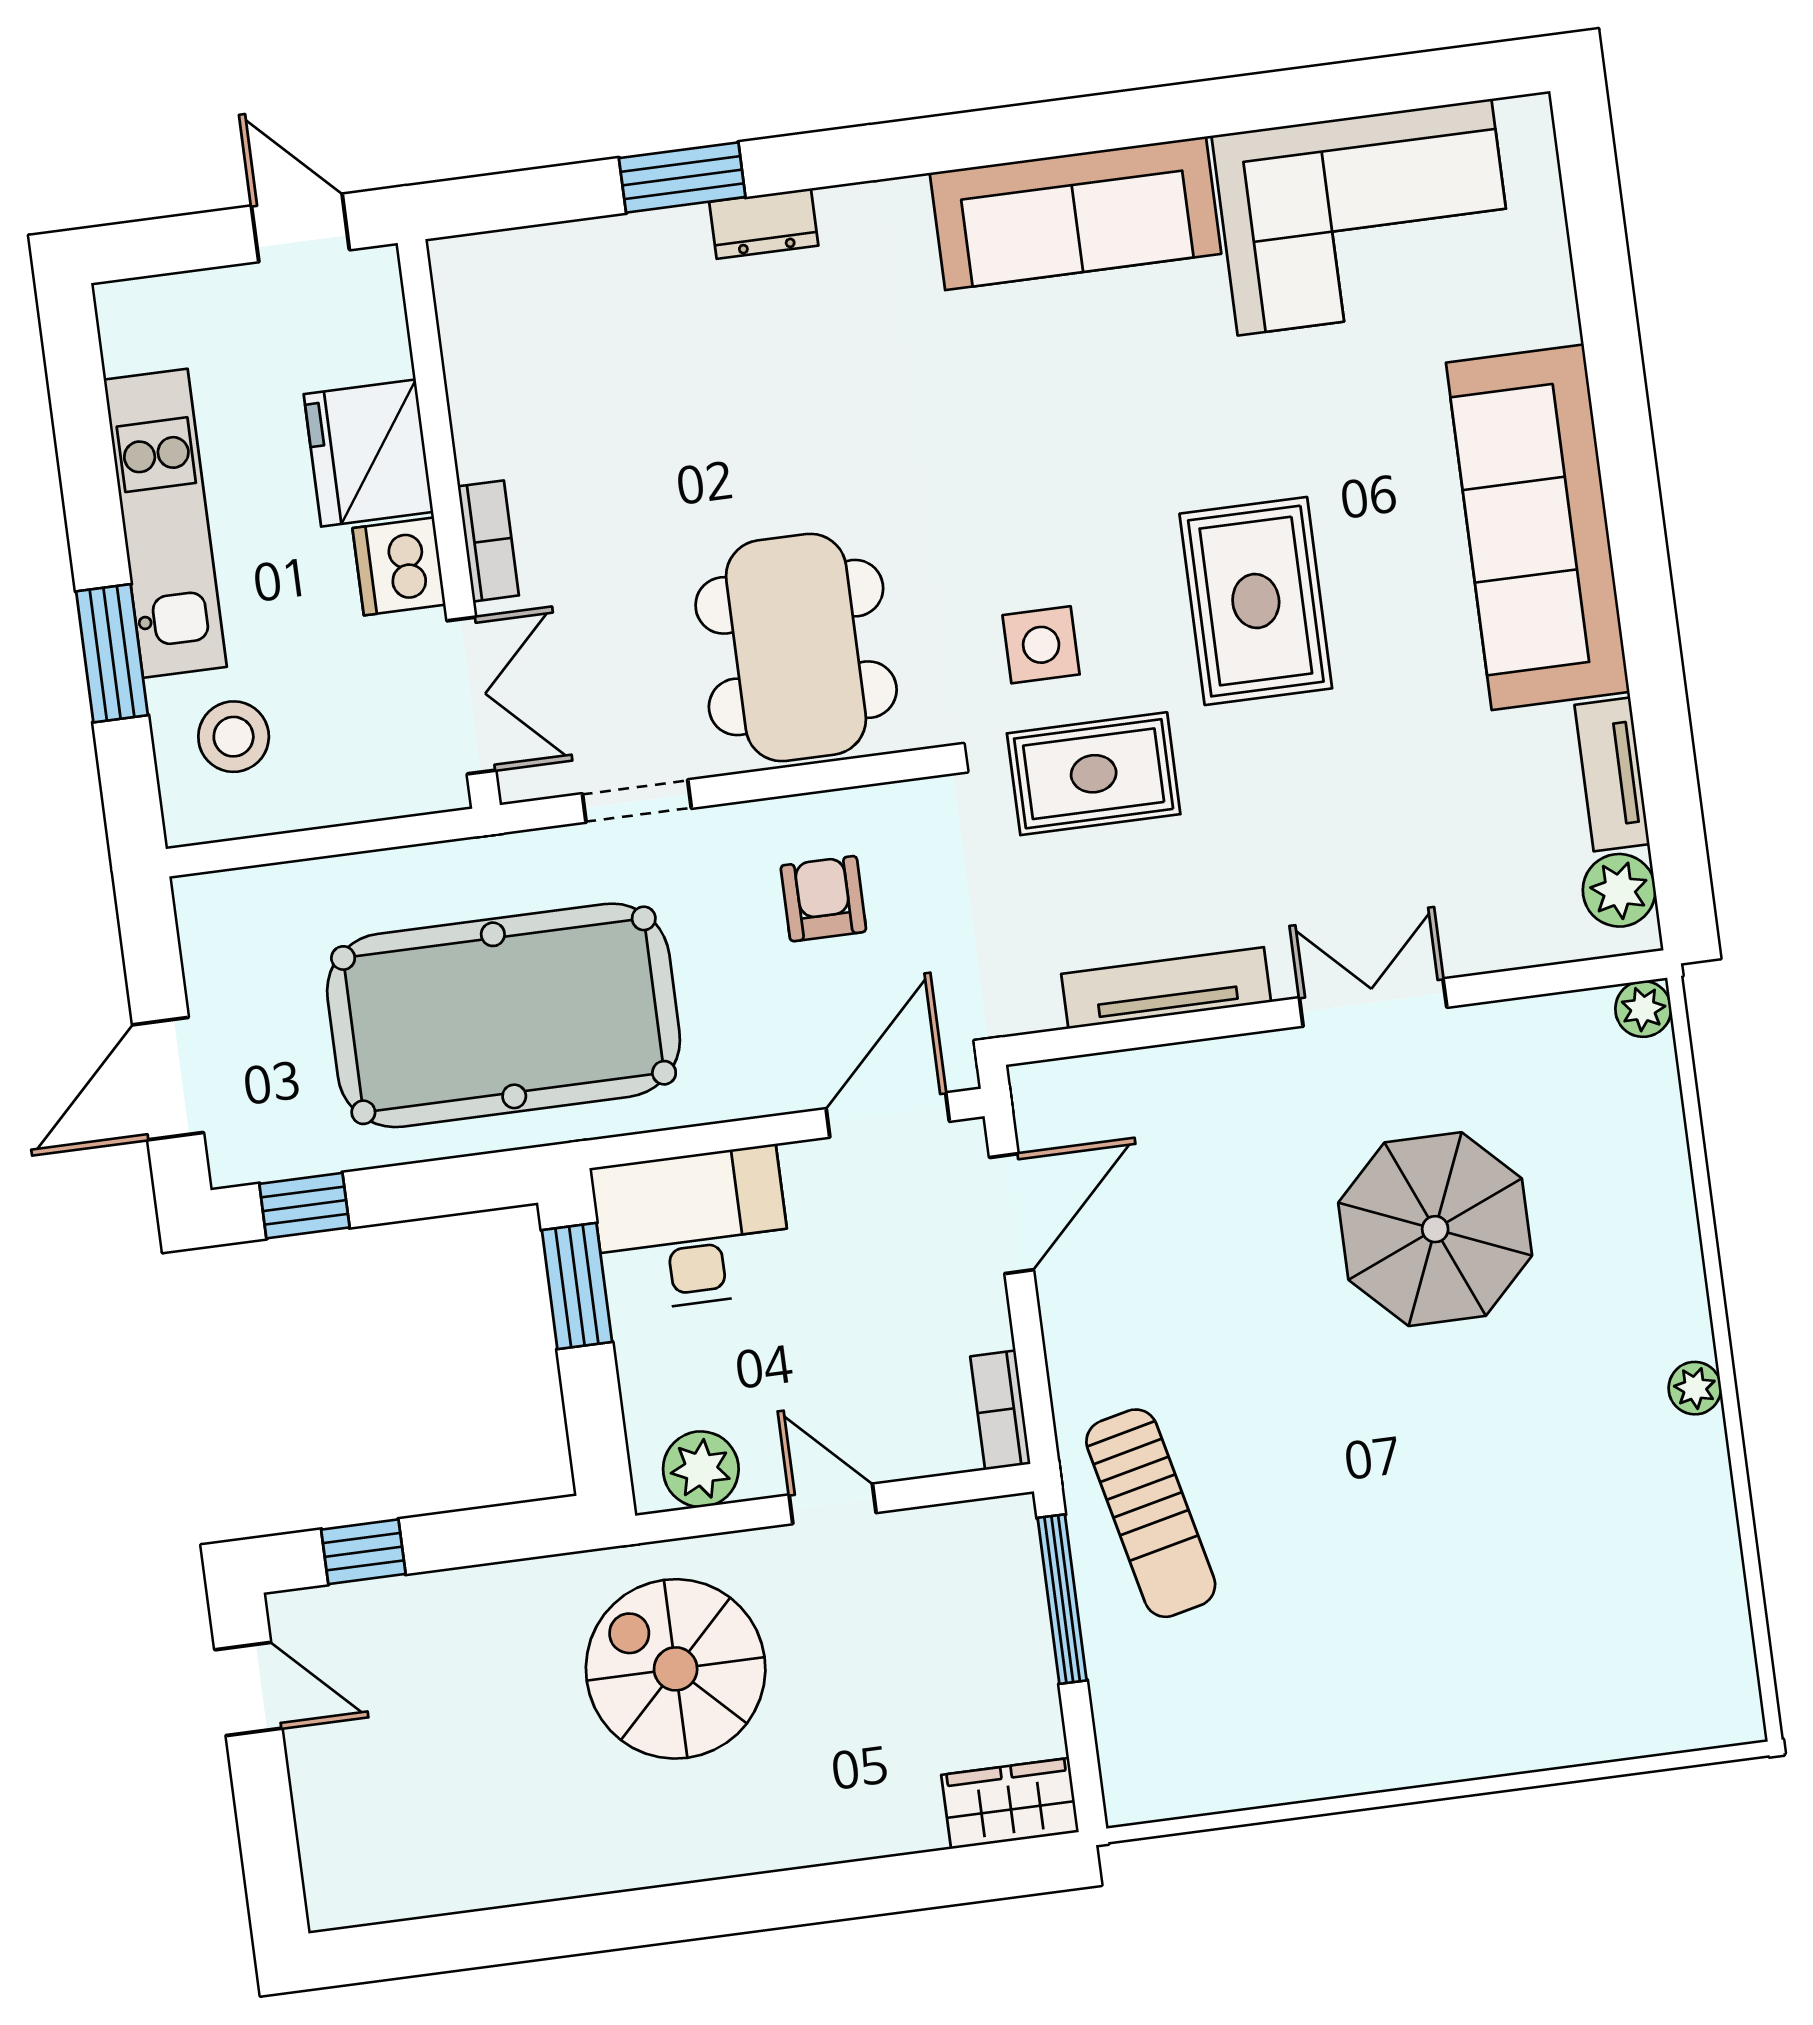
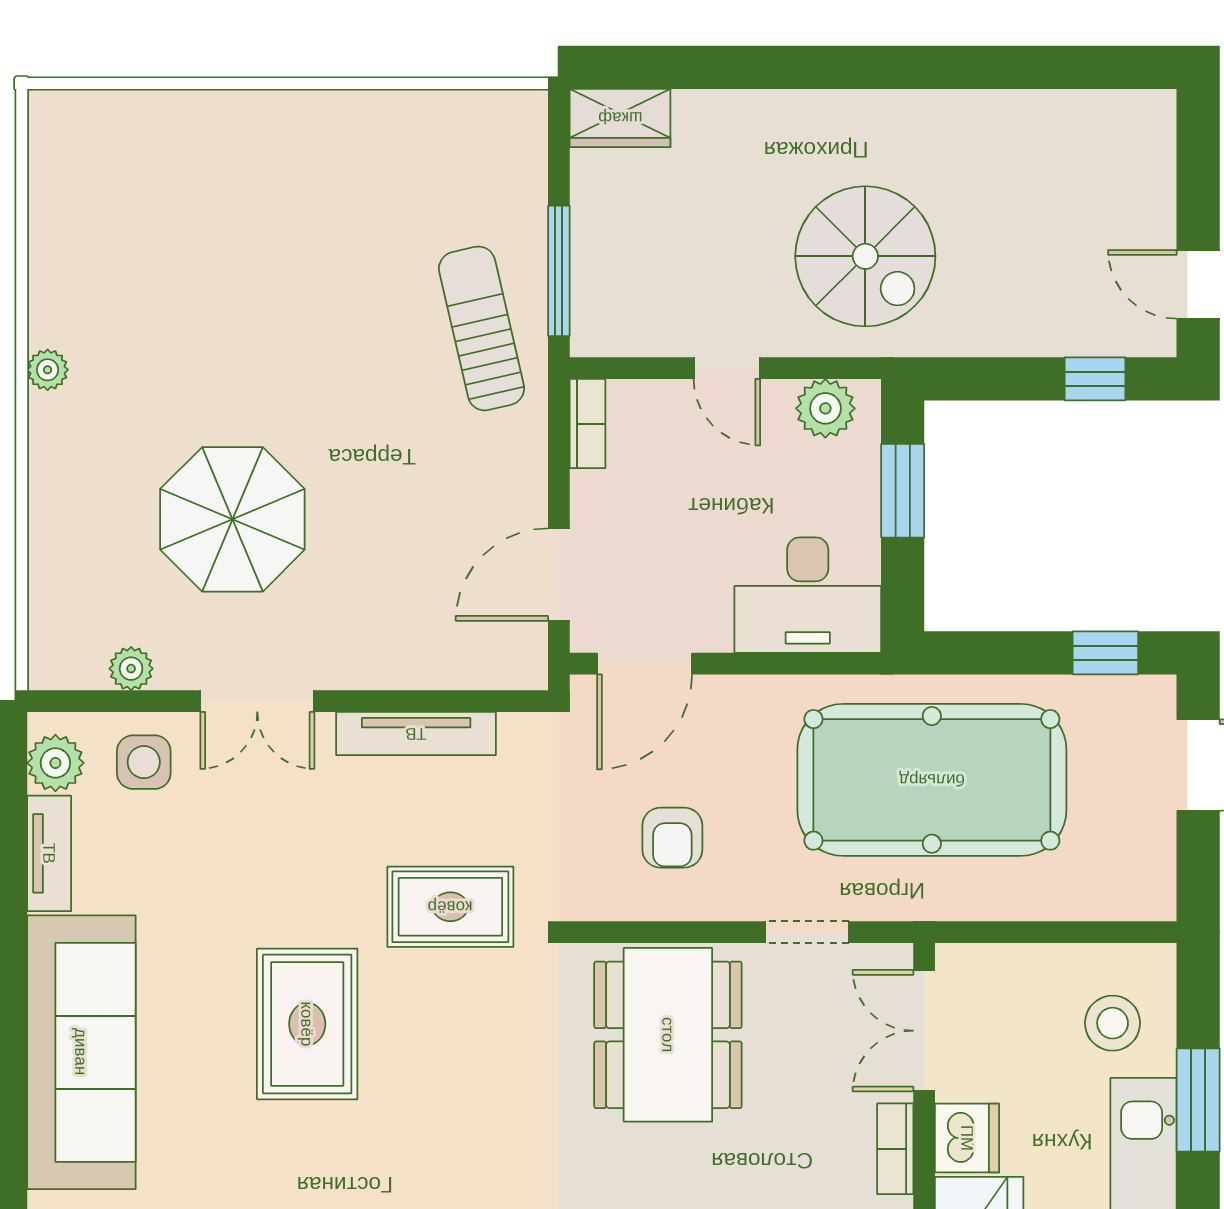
side table: (1041, 645) -> (144, 762), moved
plant: (1643, 1009) -> (131, 669), moved
window: (577, 1286) -> (903, 491), moved

